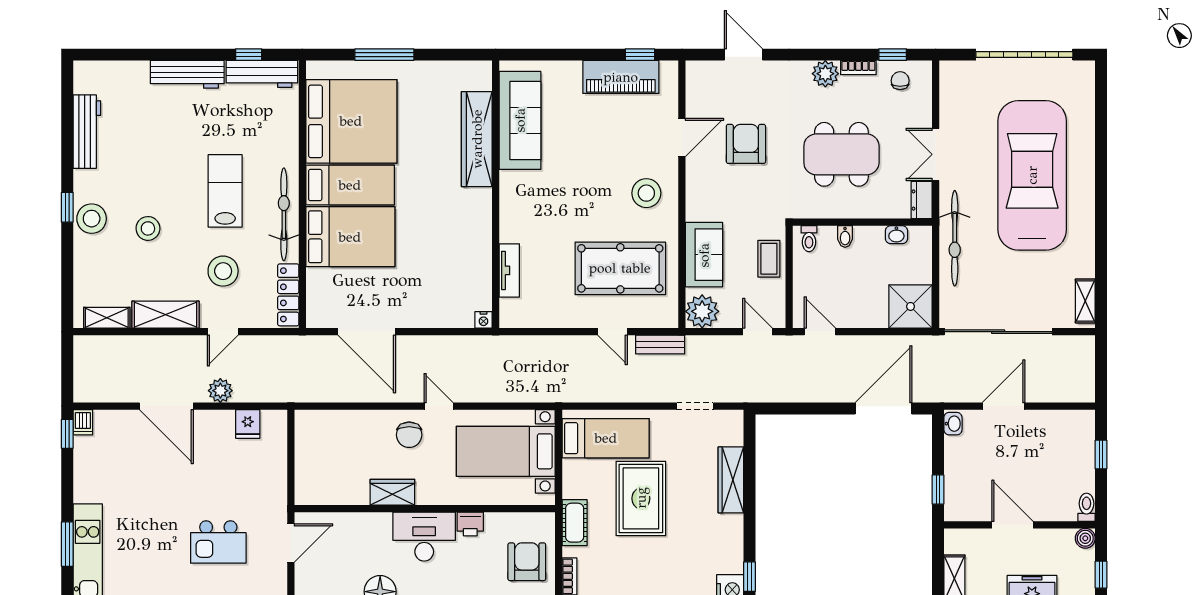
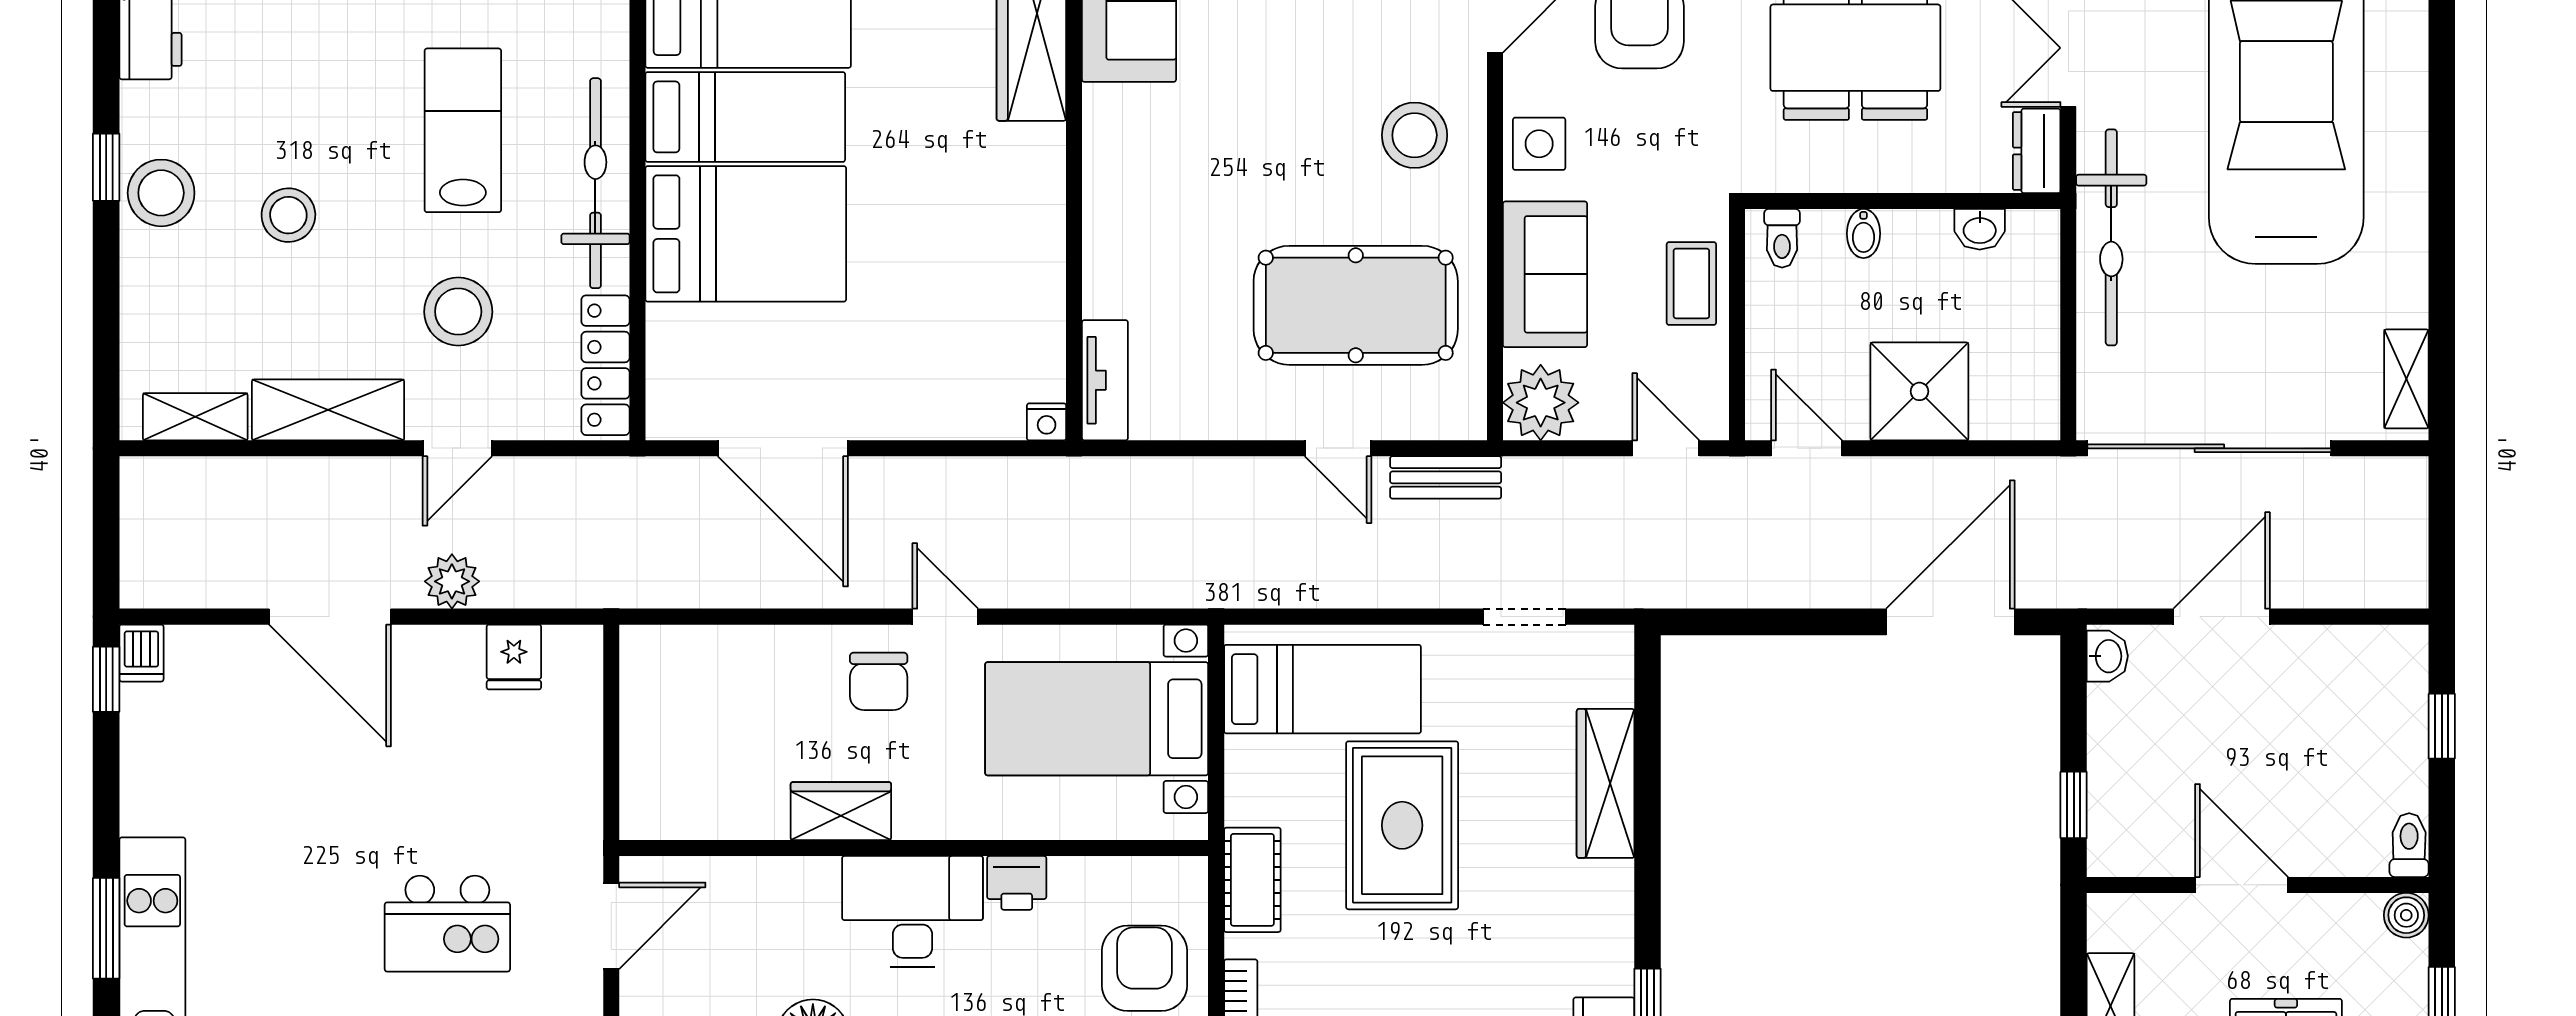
side table: (701, 197) -> (1539, 144), added
tv unit: (509, 270) -> (1105, 380), moved
shower: (911, 306) -> (1919, 391), moved

